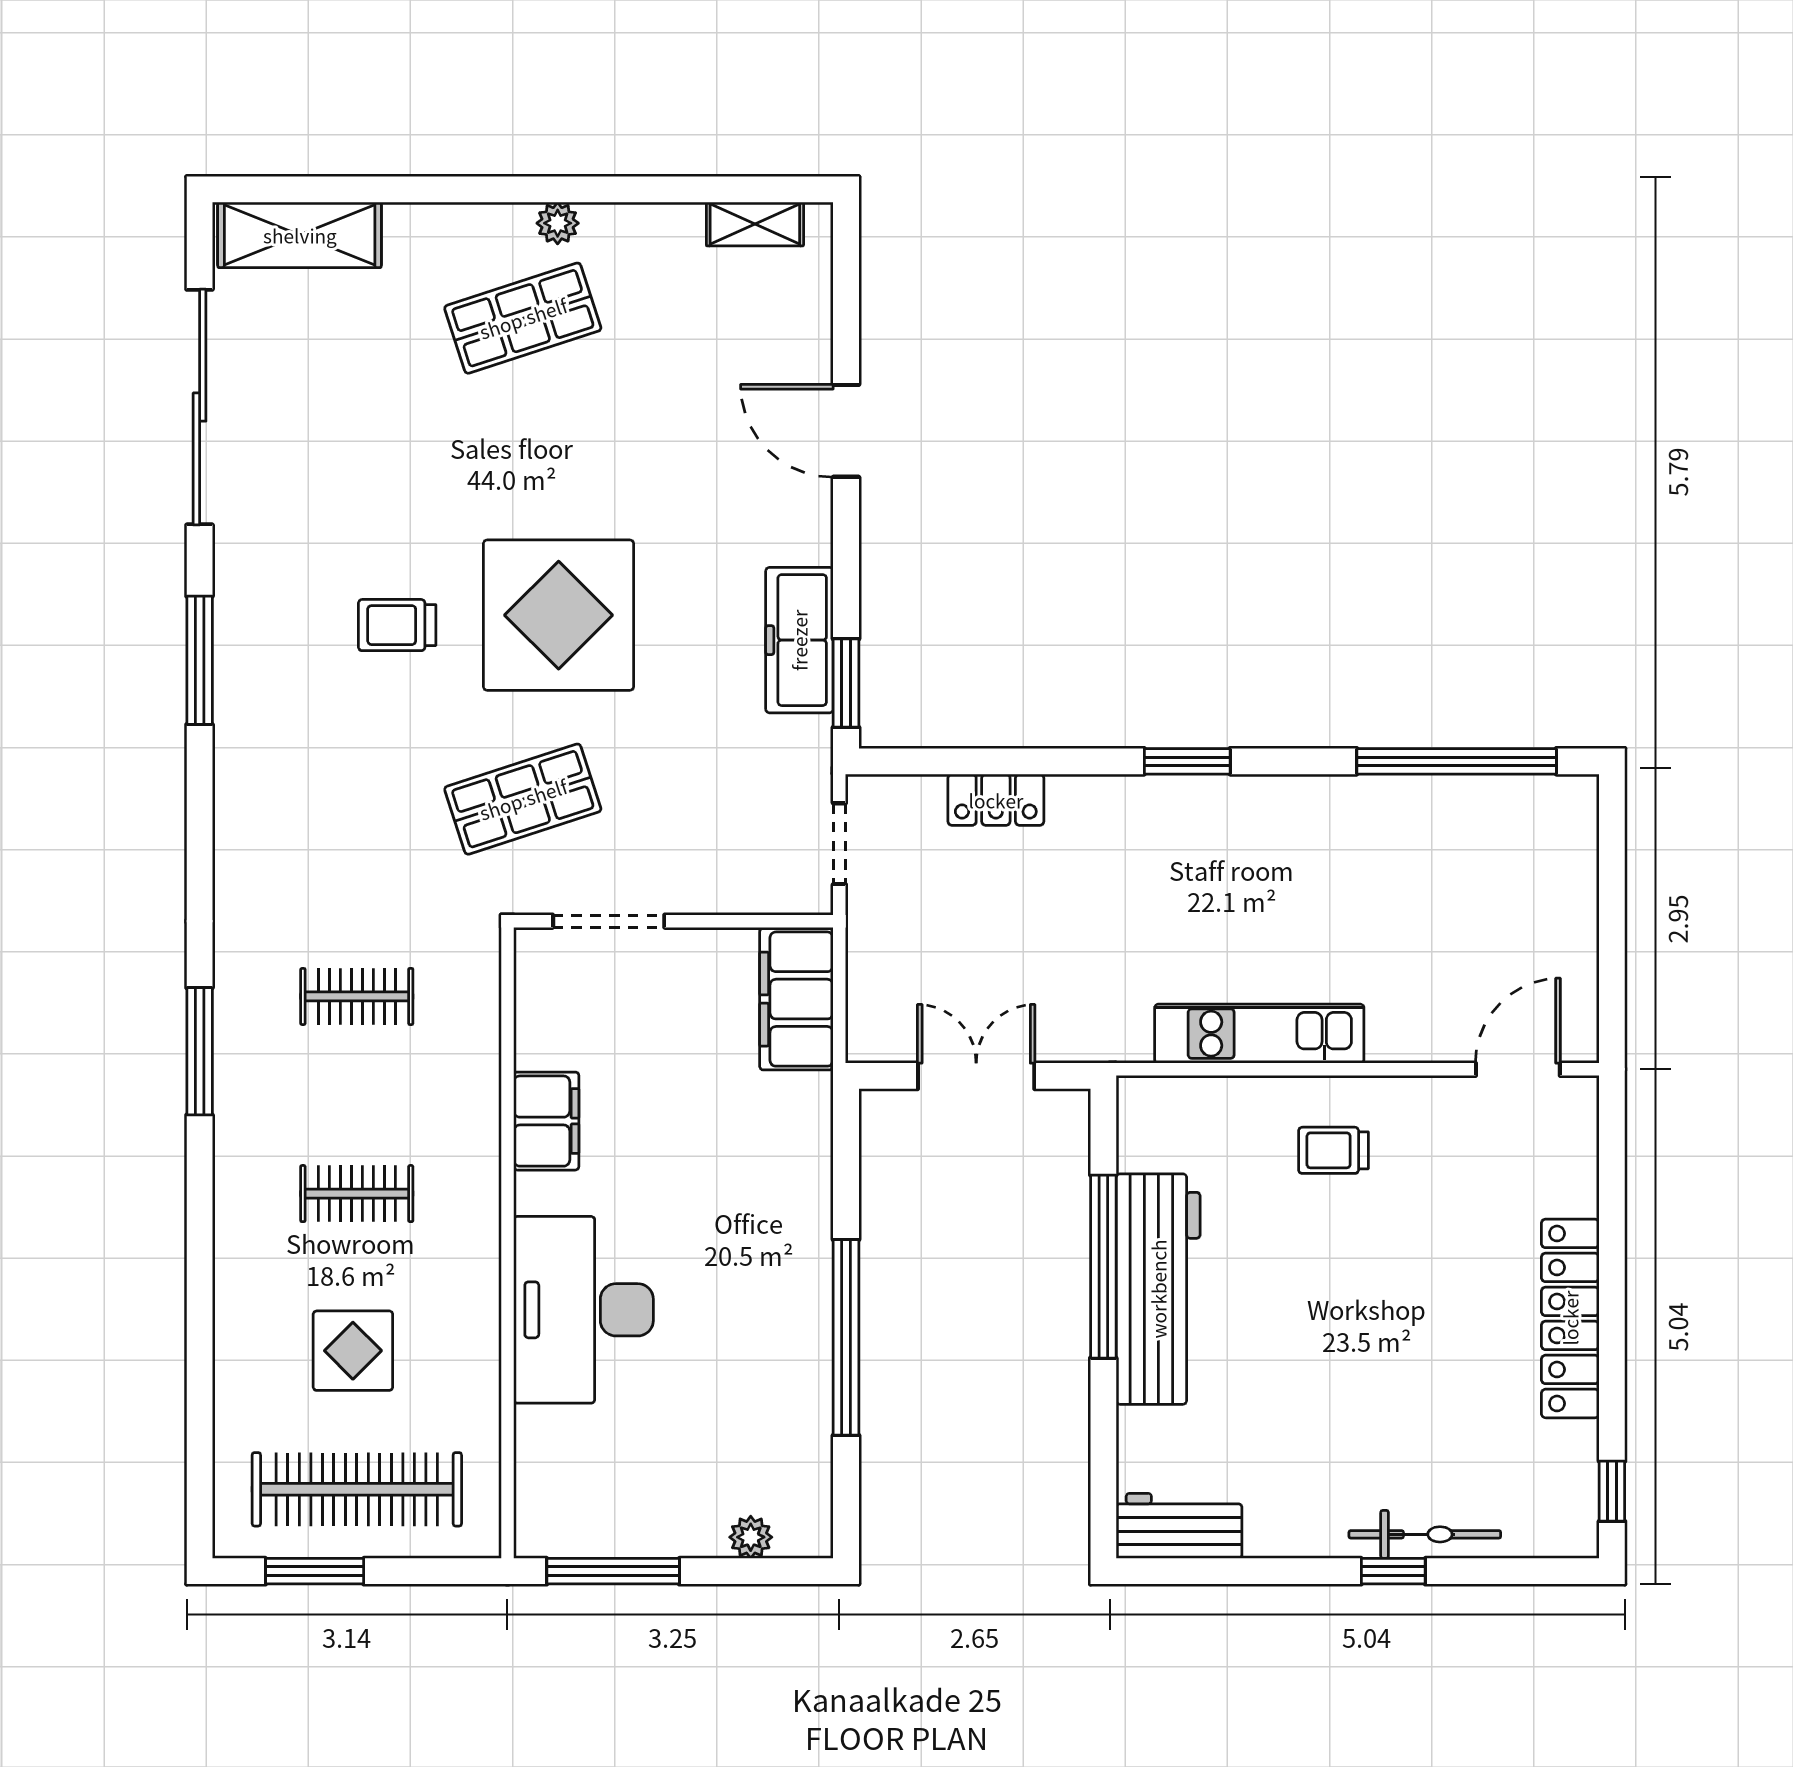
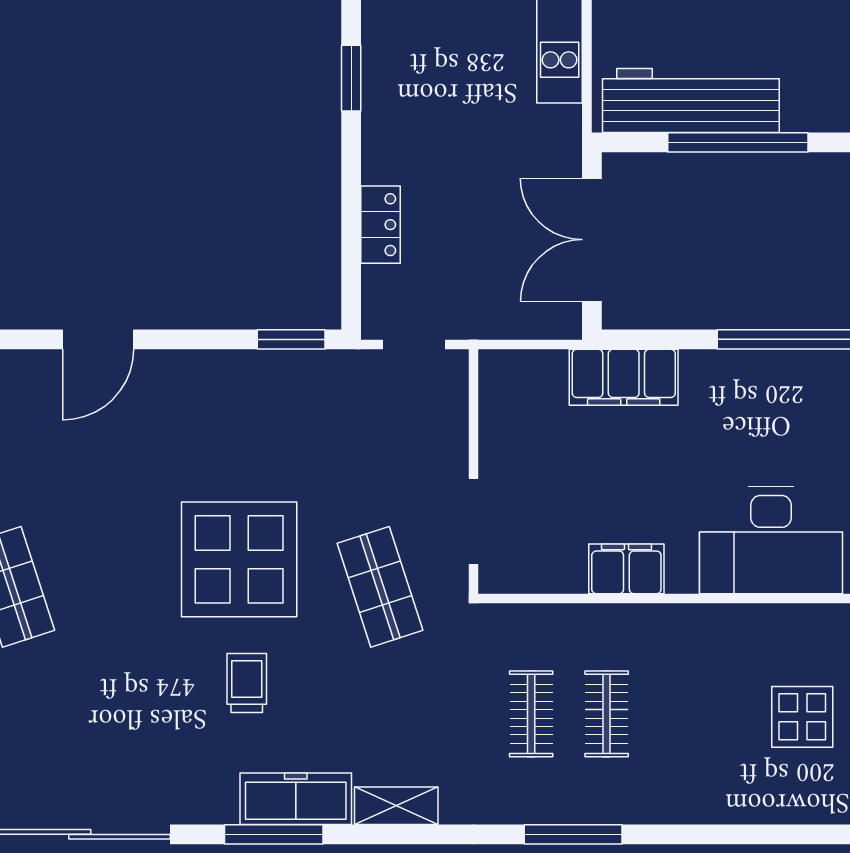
trolley: (397, 625) -> (247, 683), turned 180
freezer: (799, 640) -> (296, 799), moved, turned 180
shelving: (237, 820) -> (396, 806), added
filing cabinet: (796, 999) -> (624, 377), moved
double door: (976, 1076) -> (592, 240), width x1.37
clothes rail: (357, 1194) -> (607, 714), moved
workbench: (1158, 1289) -> (691, 100), moved

